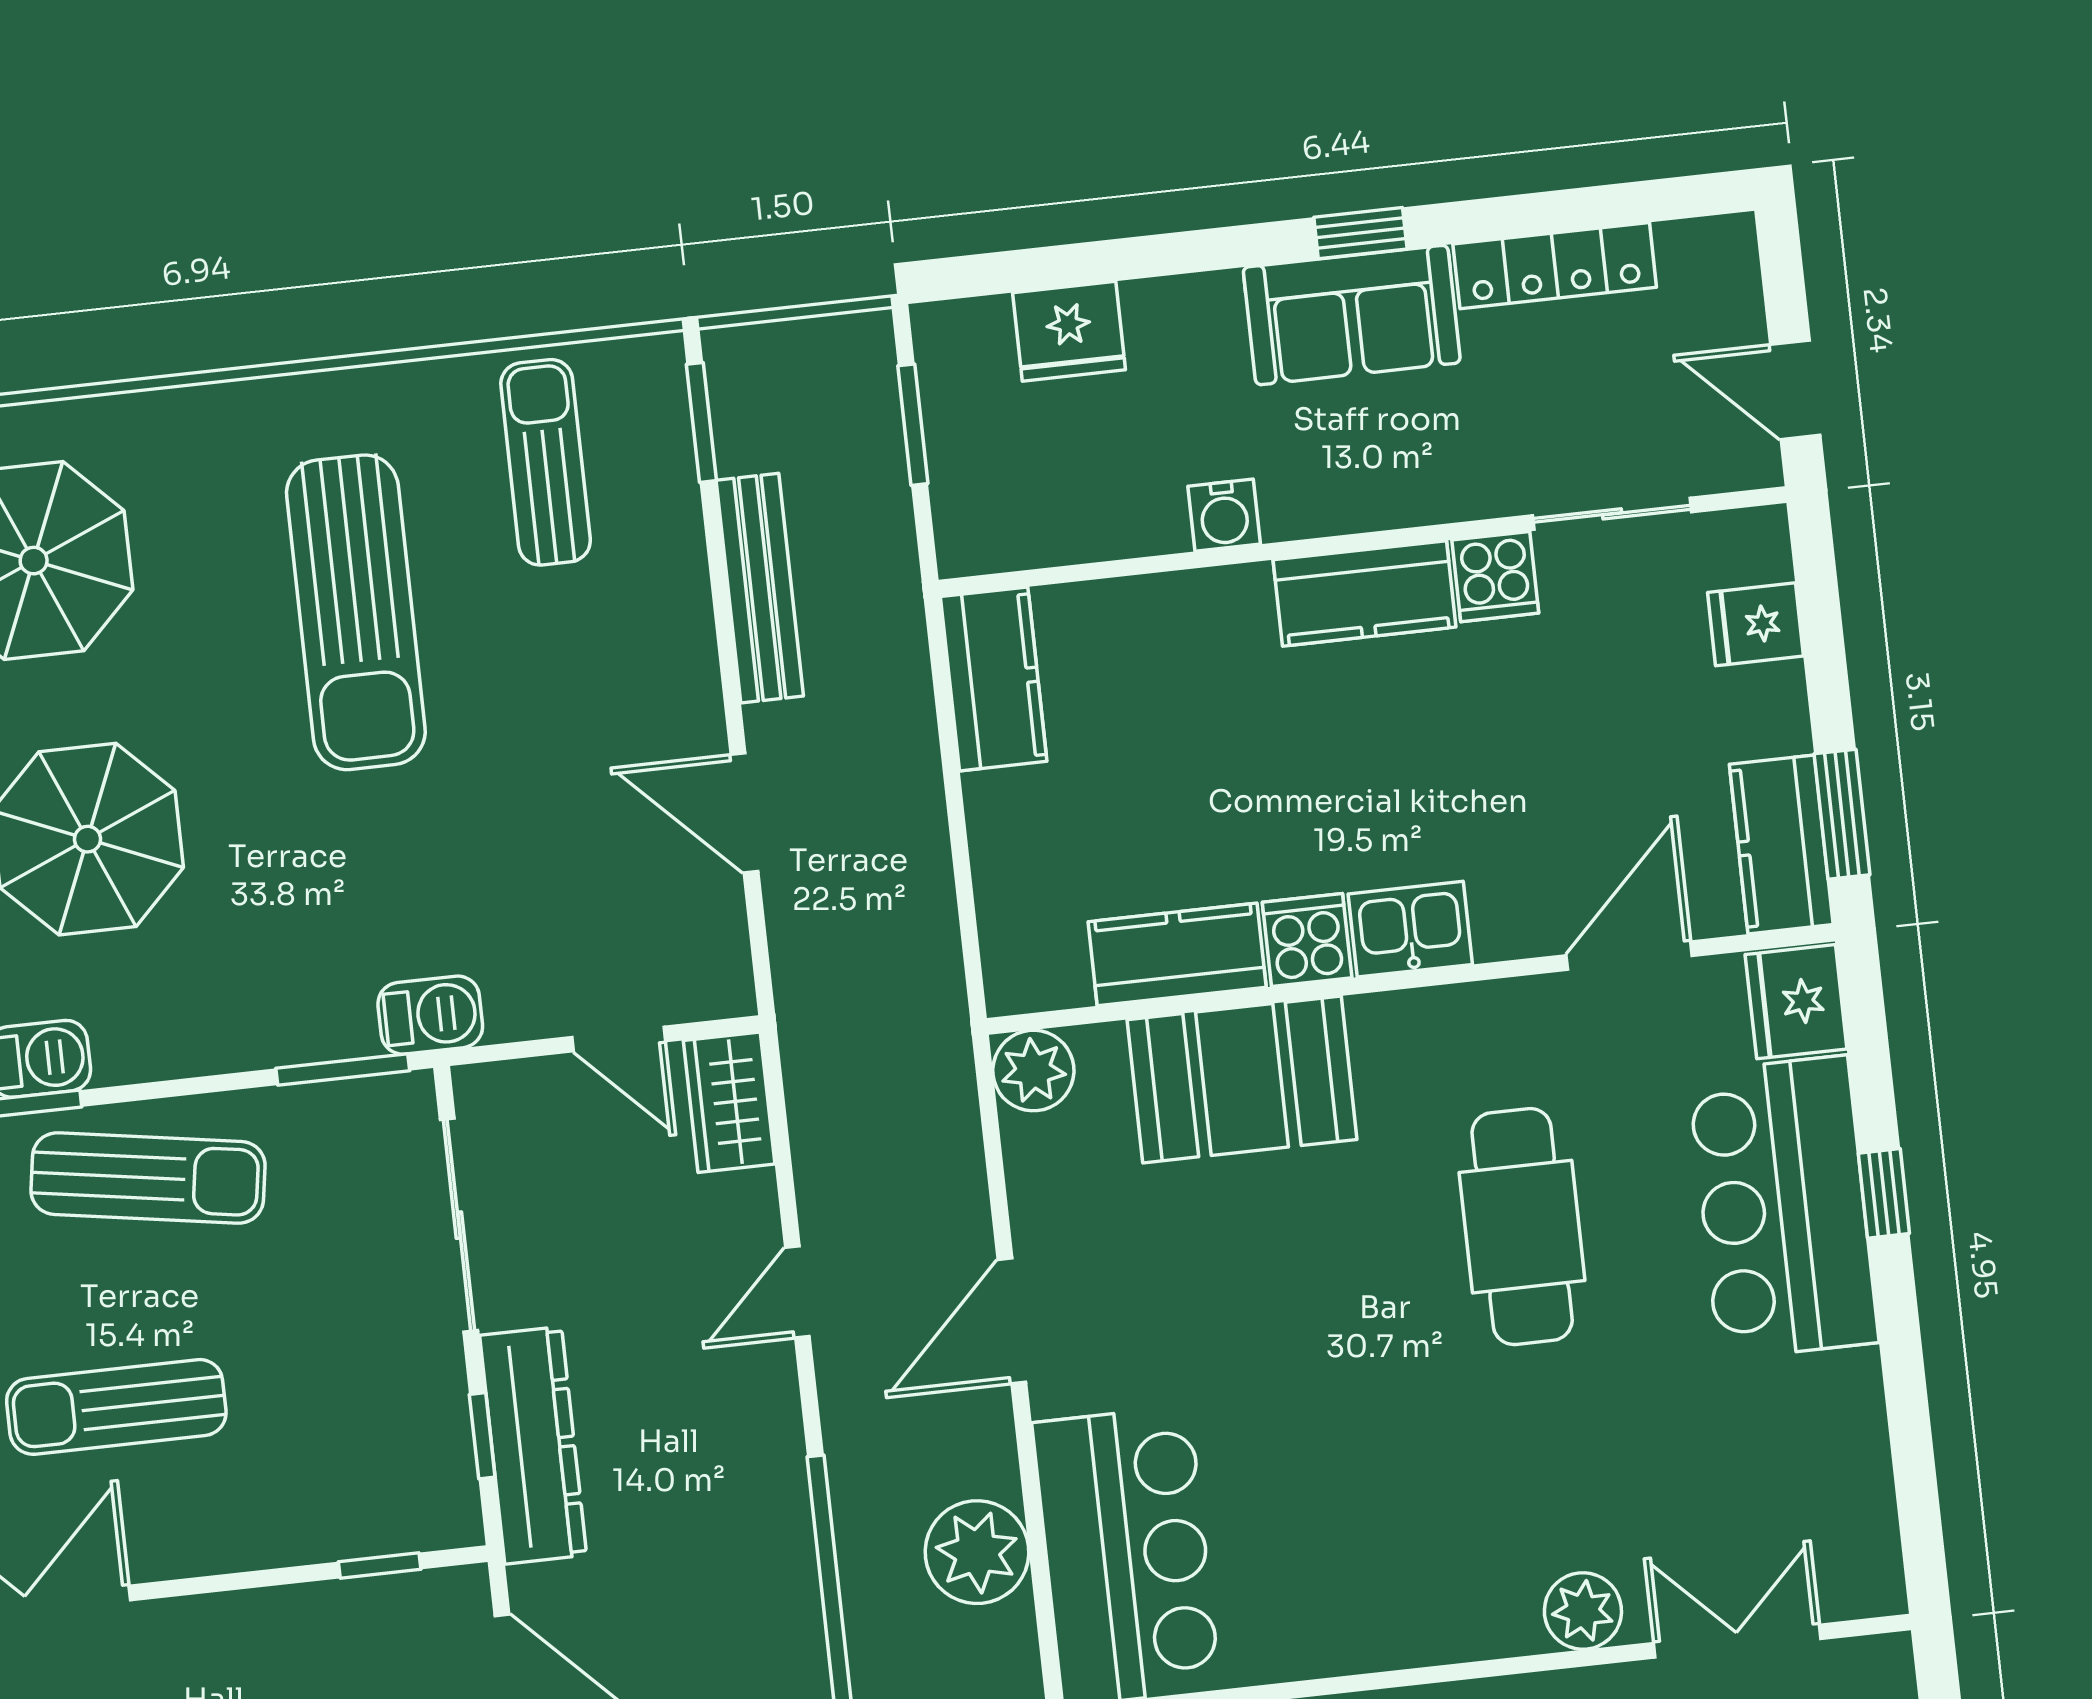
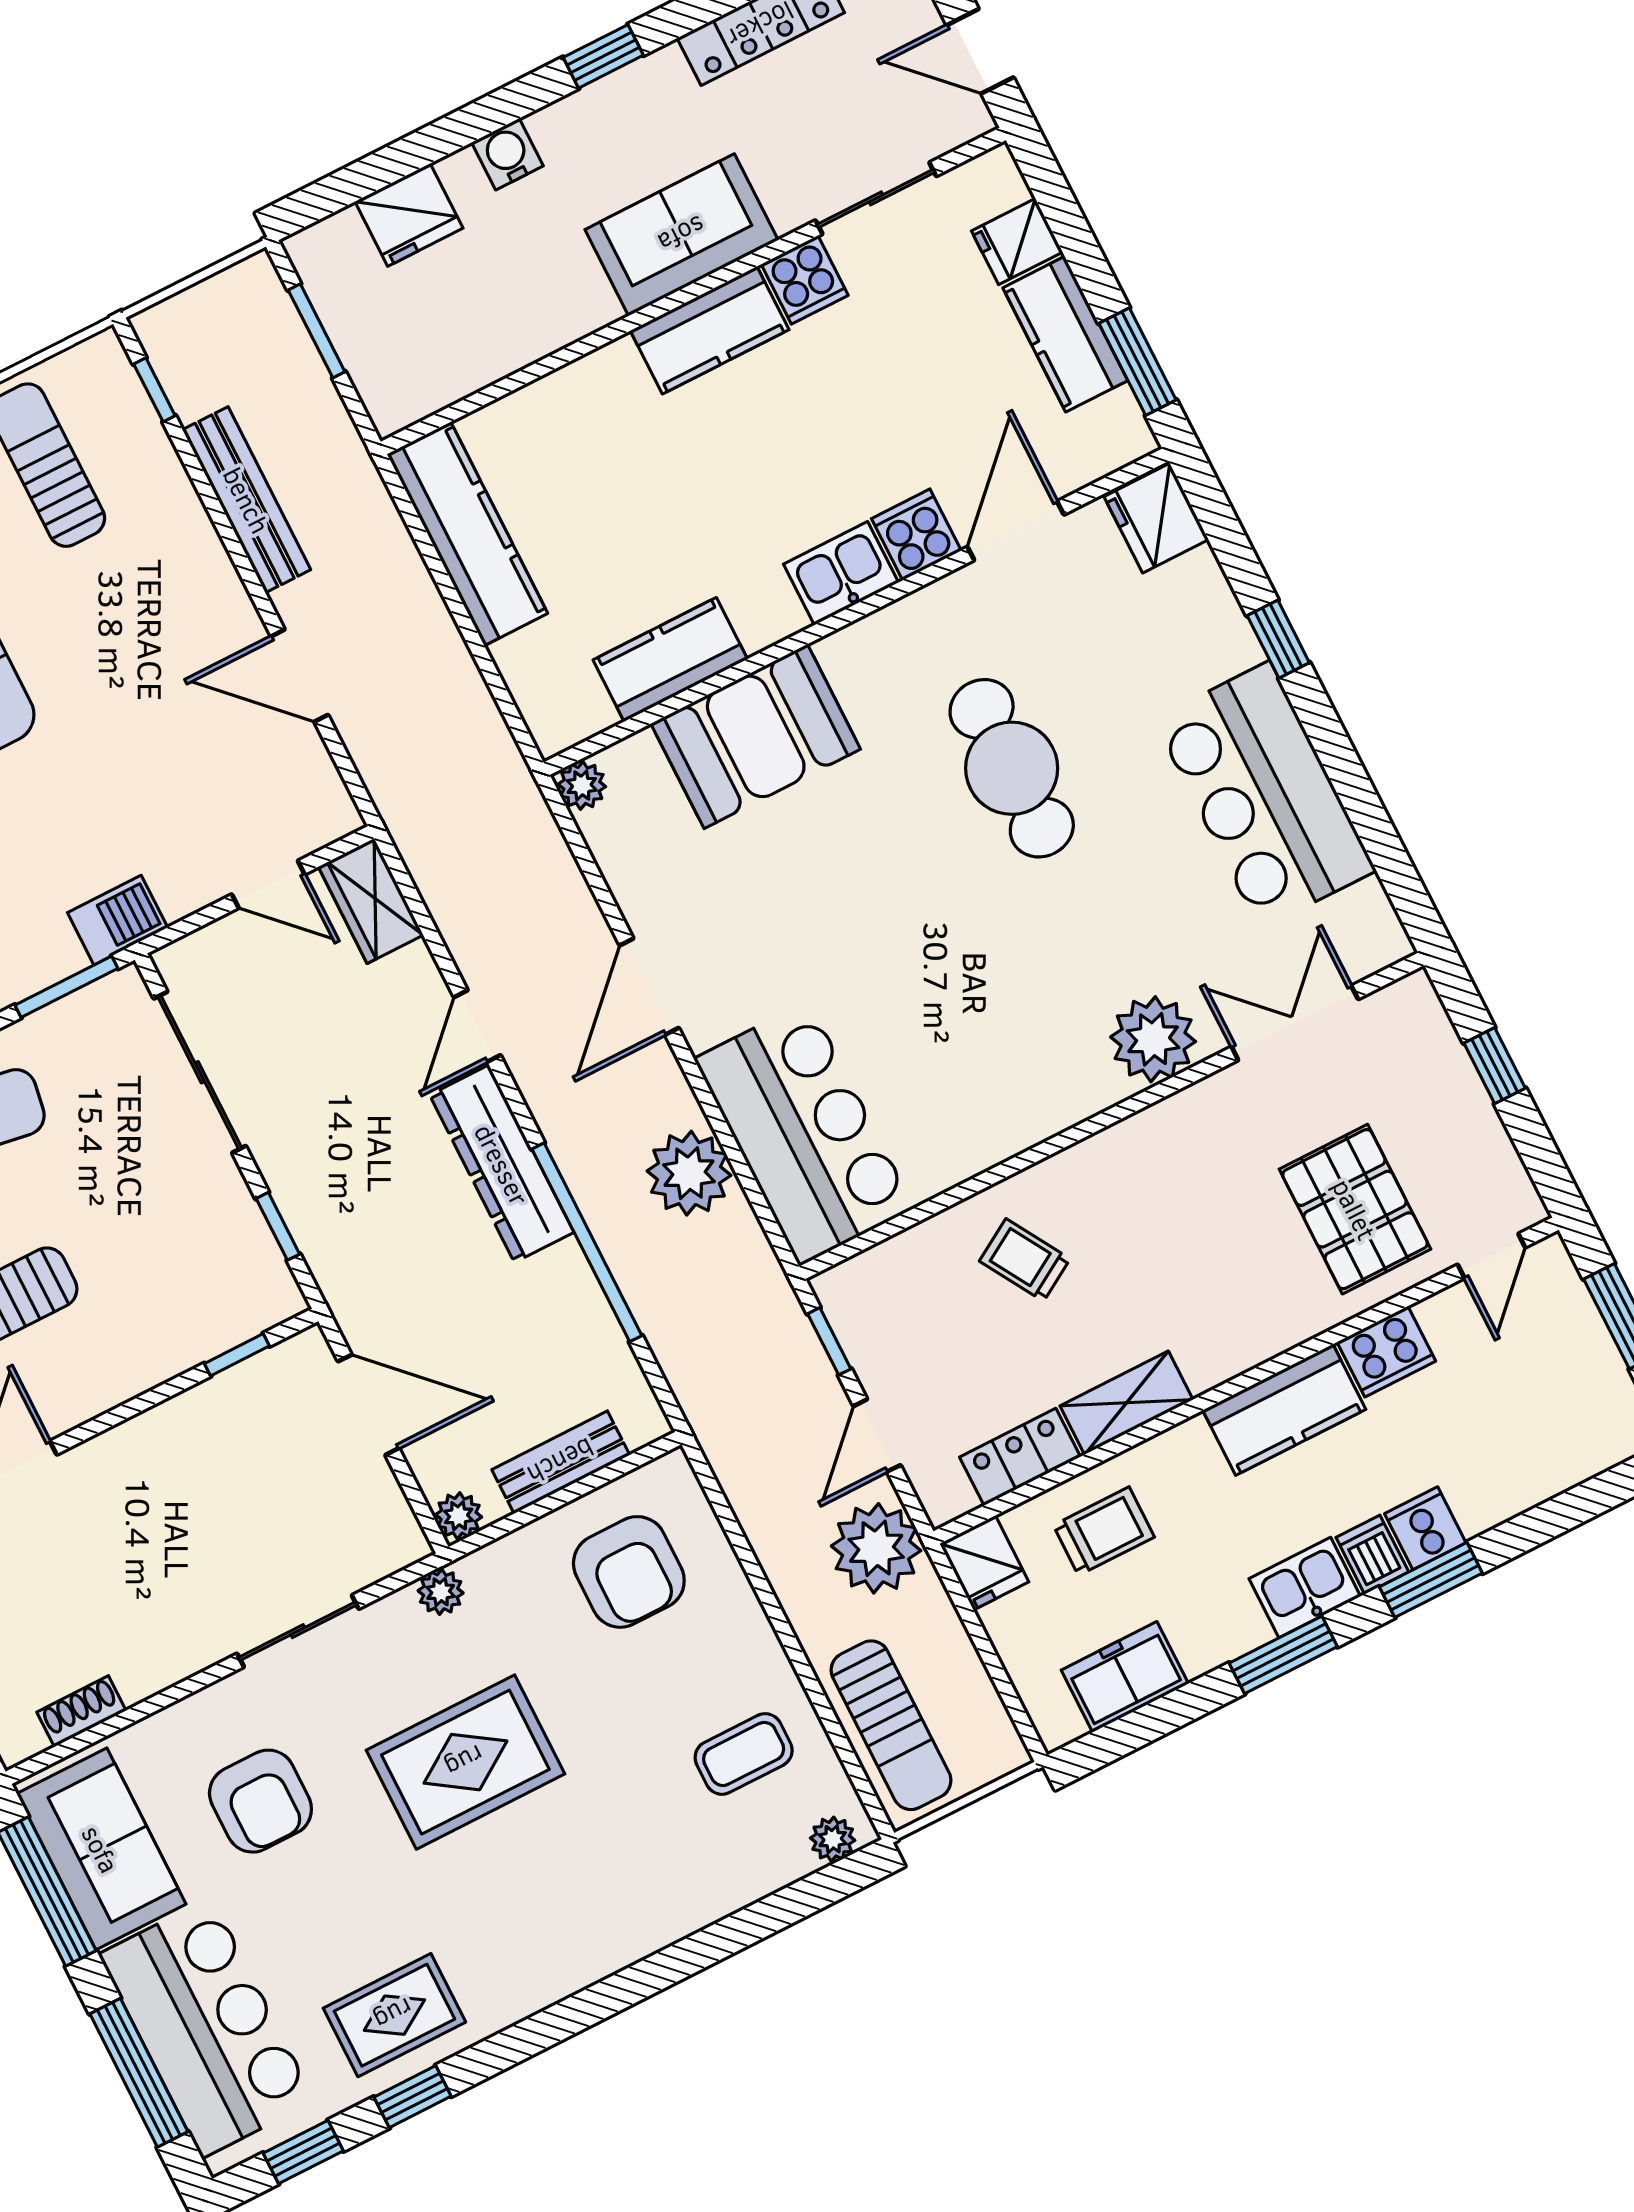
sofa: (1352, 315) -> (682, 235), moved, turned 180
window: (701, 422) -> (154, 390), width x0.67
water cooler: (1224, 515) -> (507, 154), moved, turned 180
kitchen counter: (994, 679) -> (467, 534), width x1.50
kitchen counter: (1781, 844) -> (1065, 334), moved
cooker: (1307, 940) -> (916, 535), moved
plant: (1033, 1071) -> (582, 785), width x0.73, depth x0.73
bar counter: (1783, 1207) -> (1265, 795), moved
dresser: (533, 1445) -> (502, 1164), moved, turned 180
plant: (1583, 1611) -> (1153, 1039), width x1.36, depth x1.36

